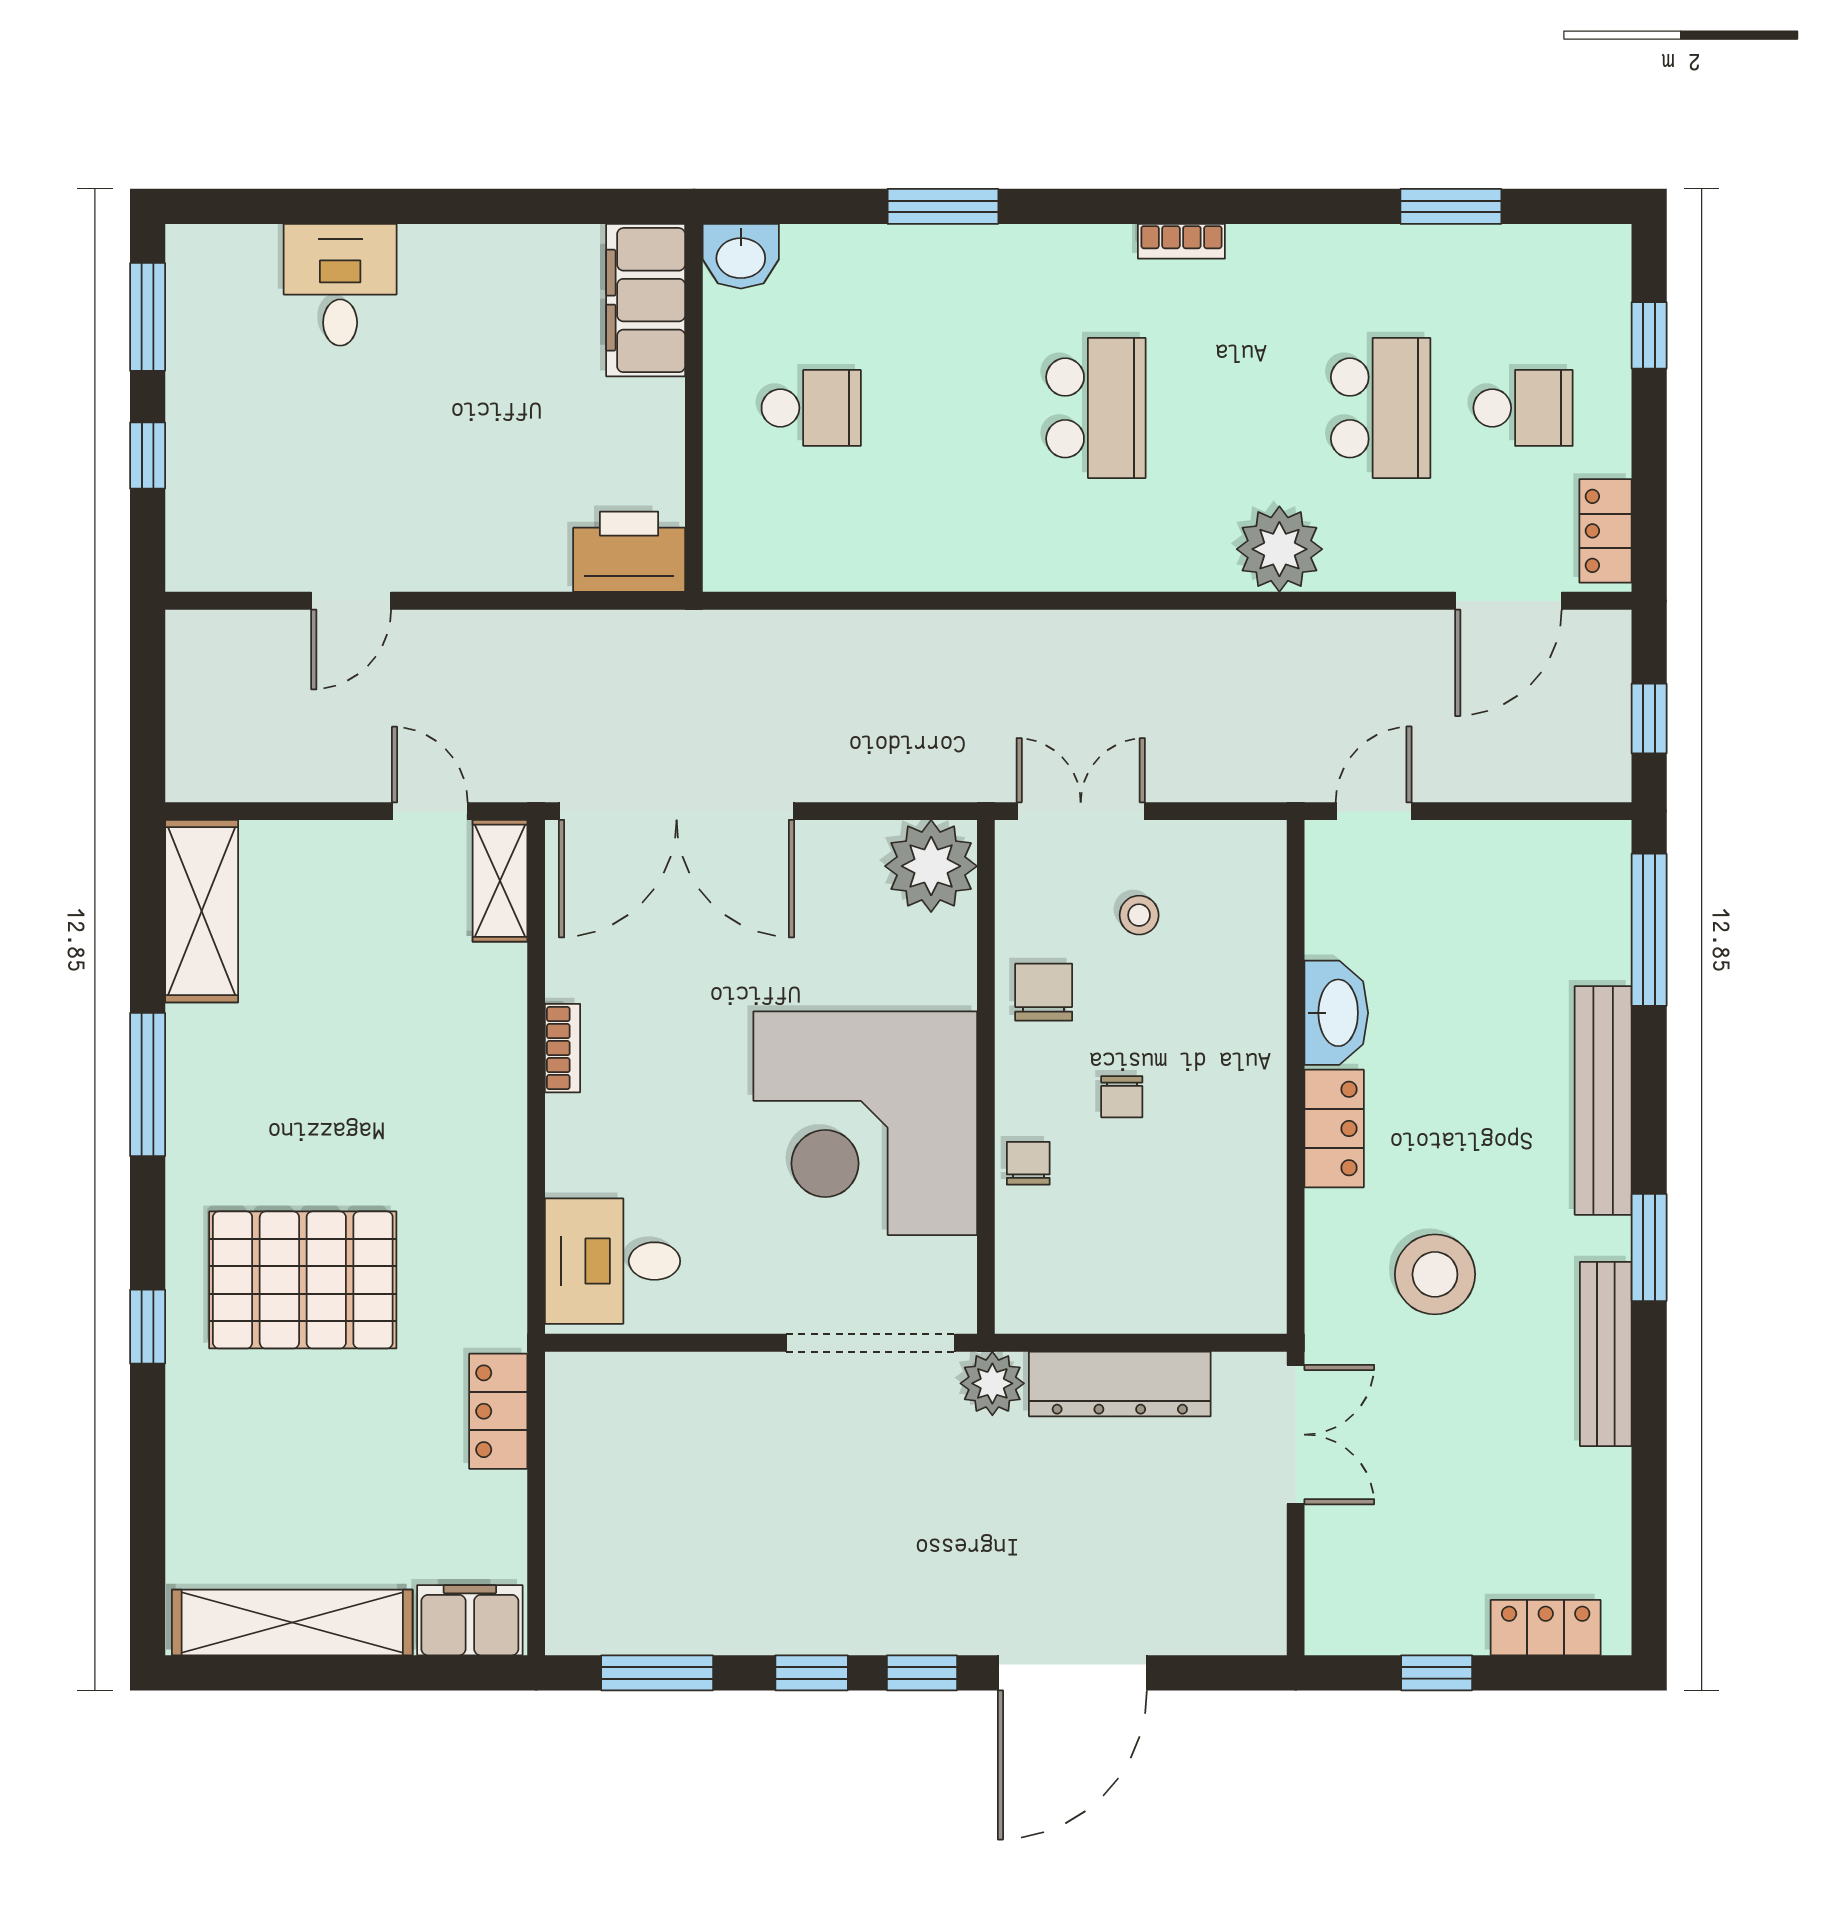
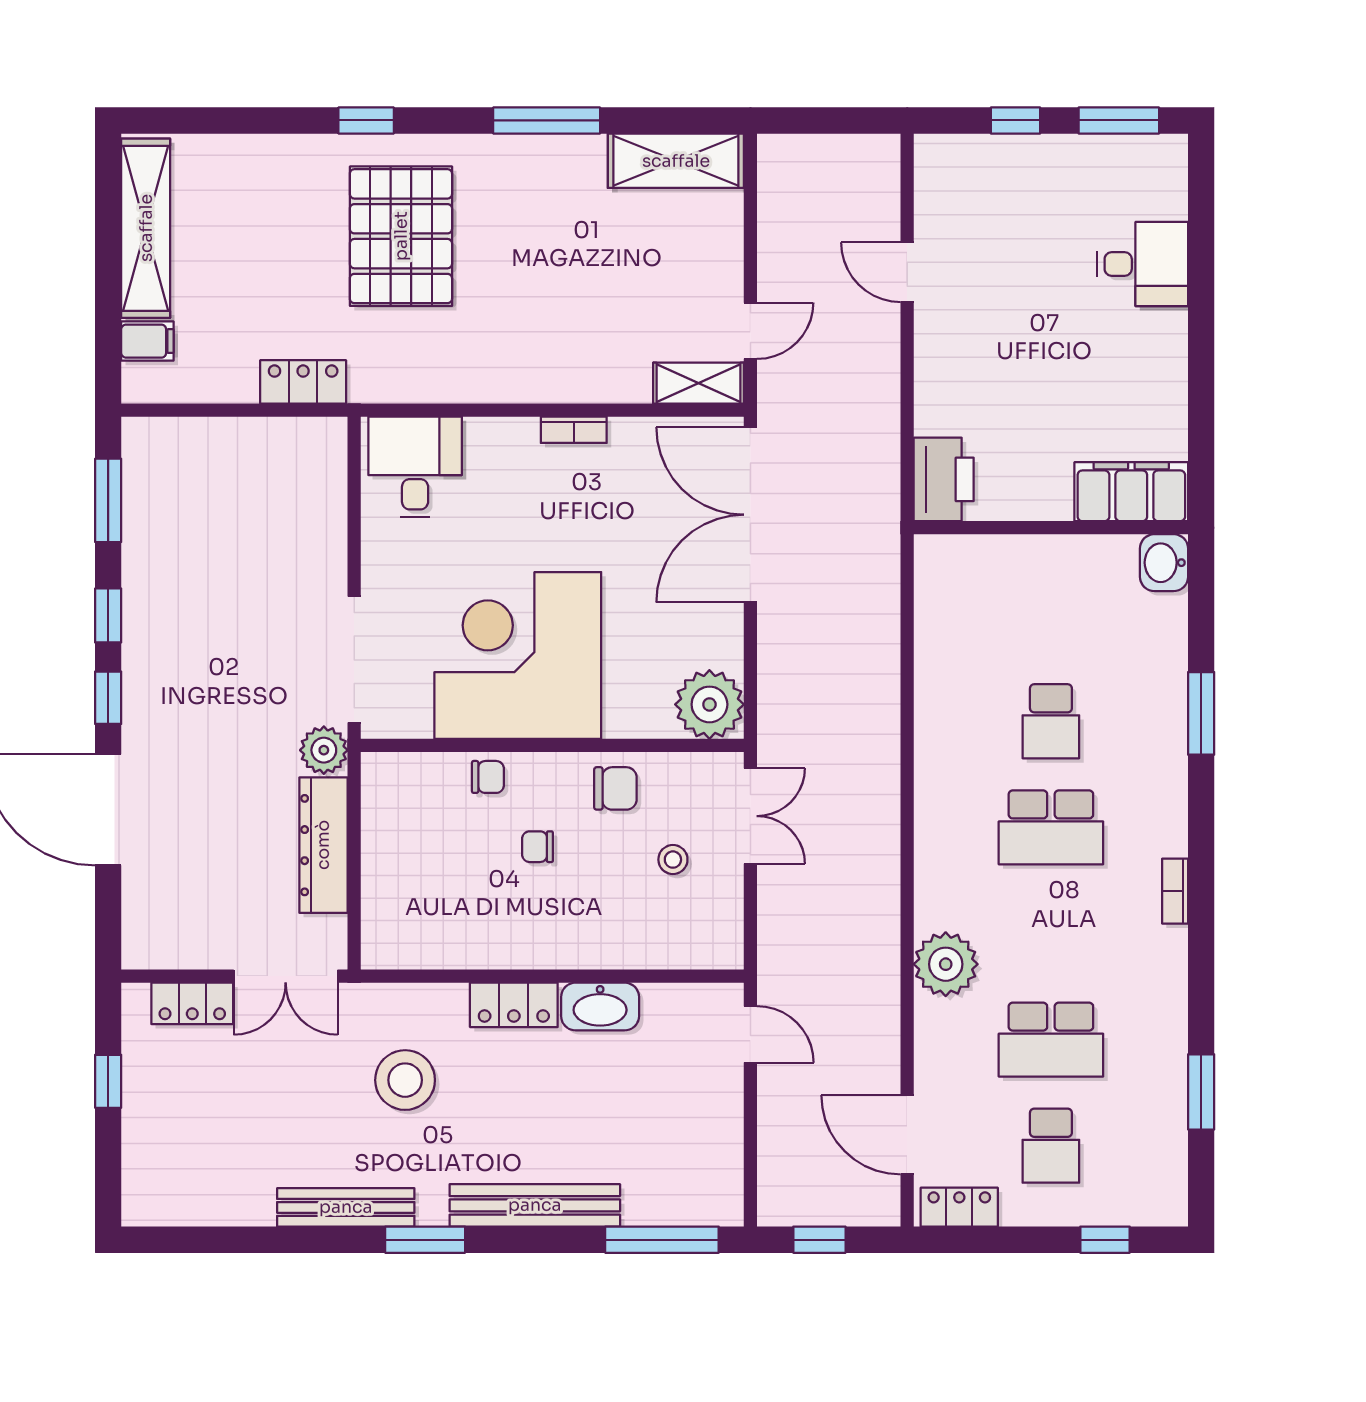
school desk: (811, 408) -> (1051, 721), moved
filing cabinet: (470, 1620) -> (147, 341), width x0.50
locker: (1546, 1628) -> (192, 1003), moved, turned 90

